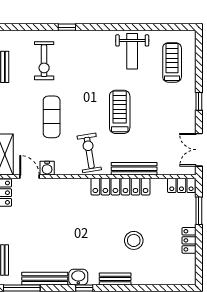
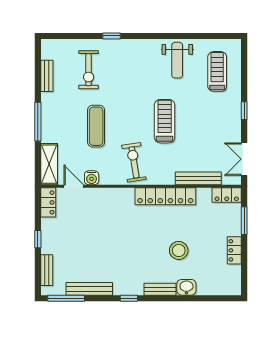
bench: (134, 169) -> (198, 178), moved
washbasin: (78, 277) -> (186, 287), moved

